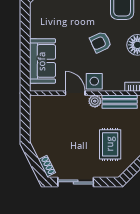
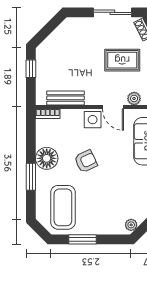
plant: (95, 101) -> (134, 98), moved
rug: (110, 144) -> (122, 60), moved, turned 90

